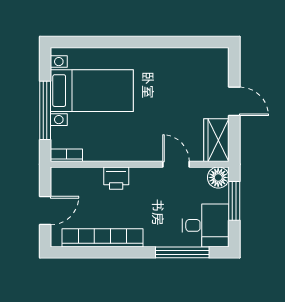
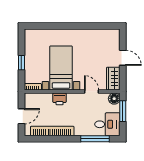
bed with nightstands: (92, 91) -> (61, 68), moved, turned -90
window: (45, 110) -> (21, 63), width x0.46

